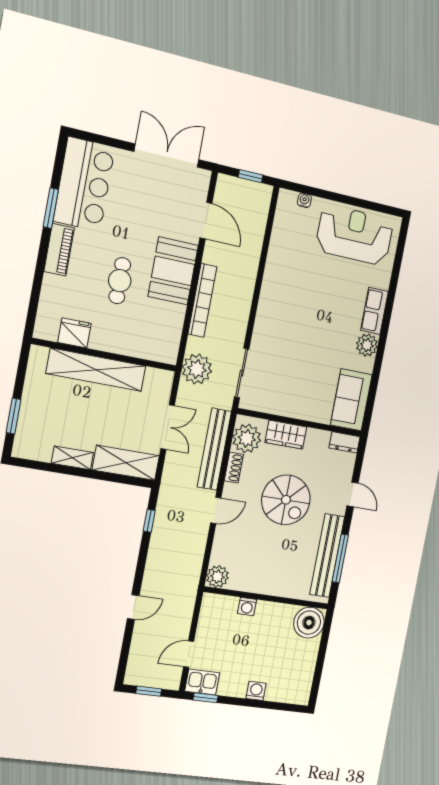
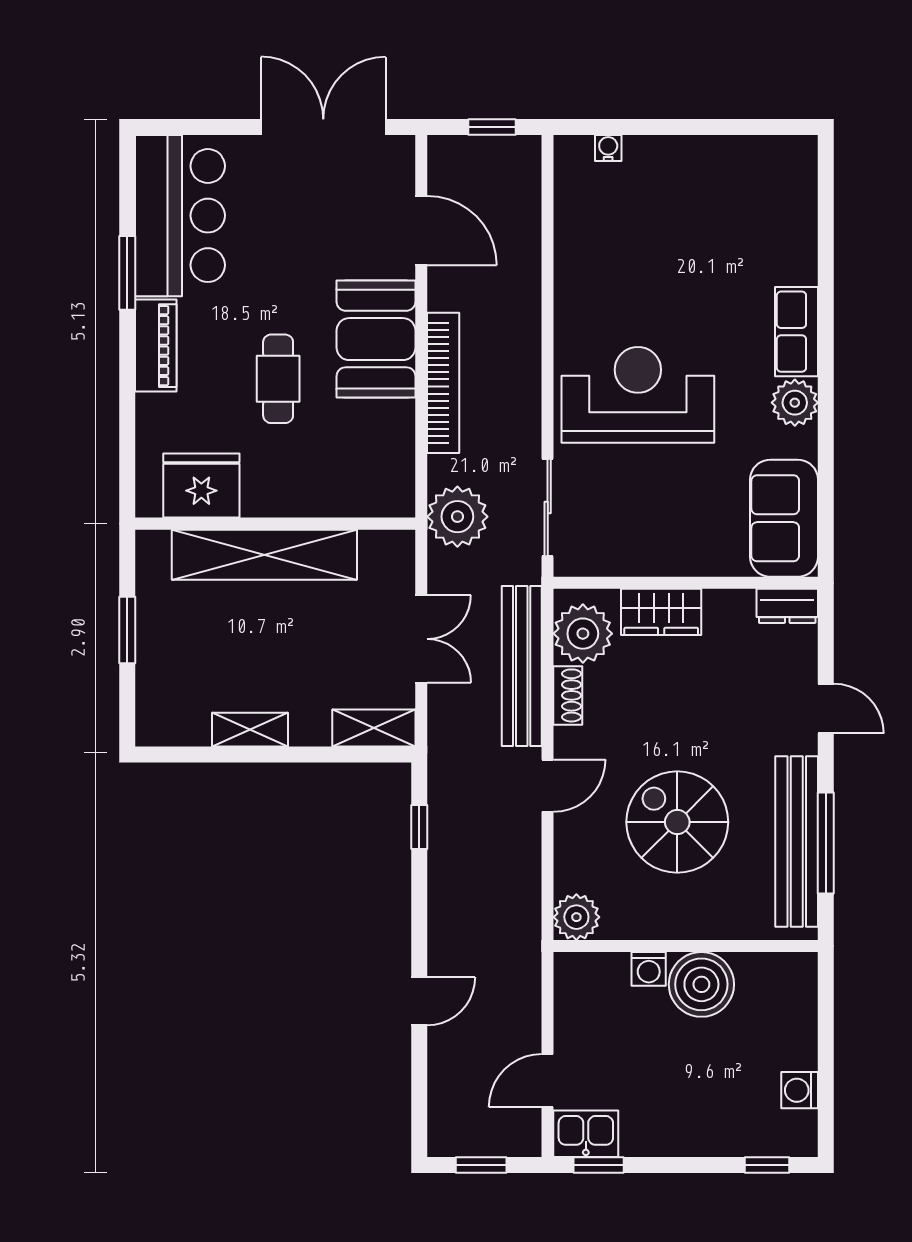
reception desk: (355, 235) -> (638, 395), moved
fridge: (74, 333) -> (201, 485), width x1.36, depth x1.34
window: (14, 416) -> (127, 630), moved
shelving: (126, 463) -> (374, 728), width x0.67, depth x0.75
spiral stairs: (286, 500) -> (677, 822), moved, turned 180
boiler: (309, 623) -> (701, 984), moved
washing machine: (256, 691) -> (800, 1090), moved, turned -90
window: (284, 707) -> (767, 1165), added

